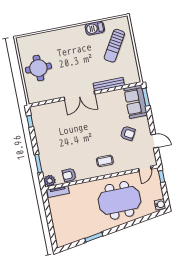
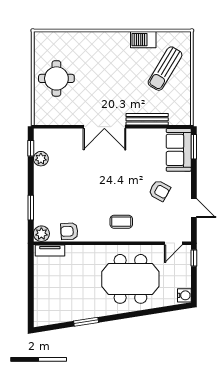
plant: (39, 127) -> (41, 159), added

